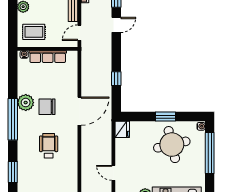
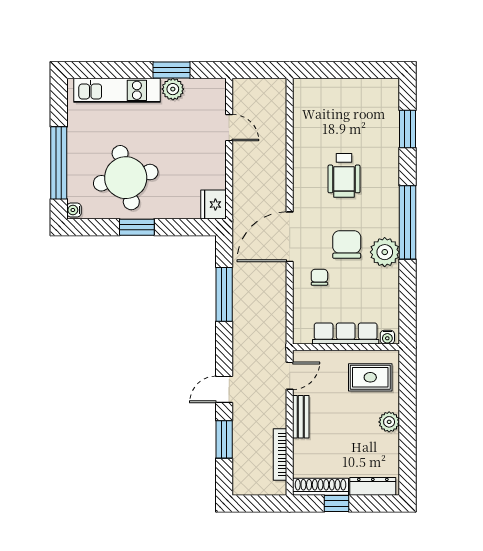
window: (116, 79) -> (224, 294), width x2.17
chair: (62, 88) -> (319, 277), added
chair: (47, 107) -> (347, 245), turned -90

